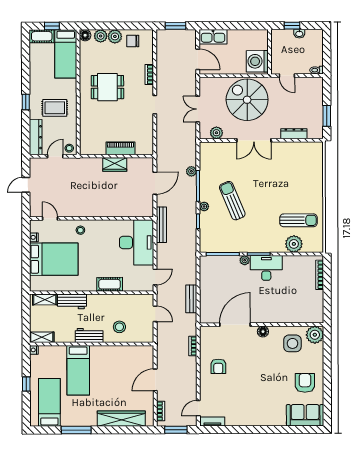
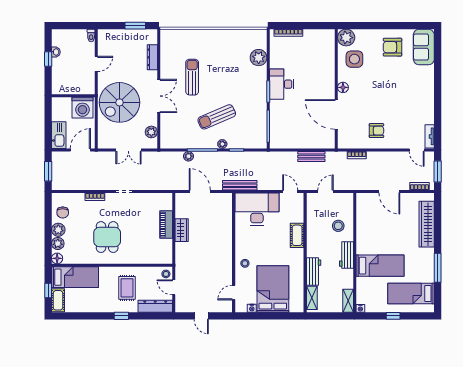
wall: (269, 52) -> (73, 96), moved
washing machine: (257, 61) -> (83, 108), moved
sun lounger: (299, 220) -> (192, 77), moved
plant: (245, 260) -> (274, 105), removed

